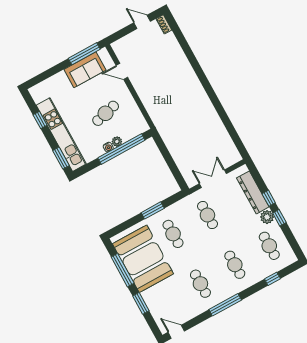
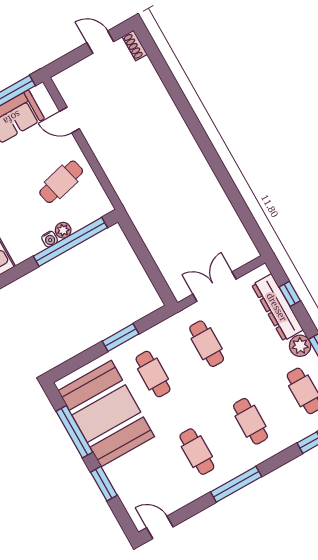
cafe table: (106, 113) -> (61, 182), moved
window: (269, 198) -> (290, 294), moved

